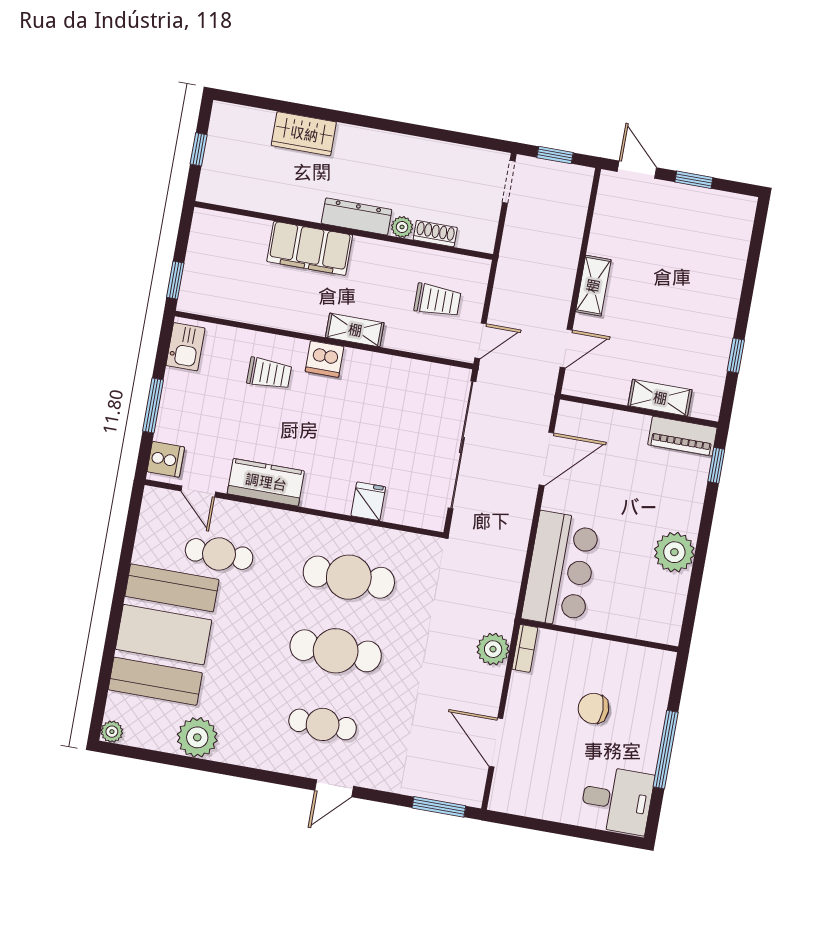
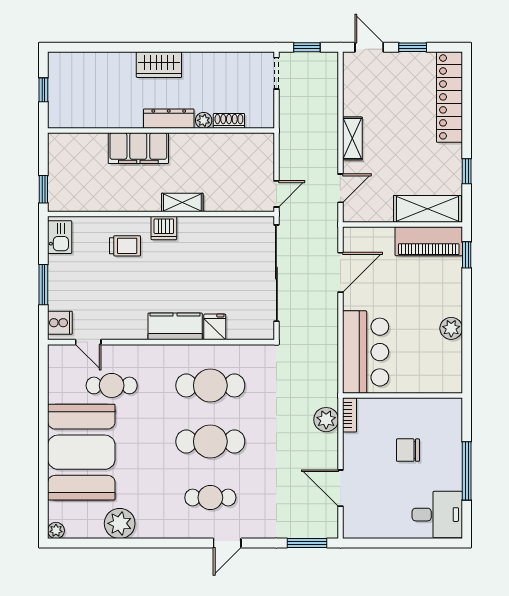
wardrobe: (304, 134) -> (159, 65), moved
locker: (731, 254) -> (449, 97), added
trolley: (437, 300) -> (239, 170), removed
shelving: (660, 398) -> (427, 209), width x1.50, depth x1.33
piano: (682, 436) -> (429, 241), width x1.37, depth x1.33
kitchen counter: (266, 482) -> (175, 326), moved
plant: (674, 552) -> (451, 328), width x0.73, depth x0.73

